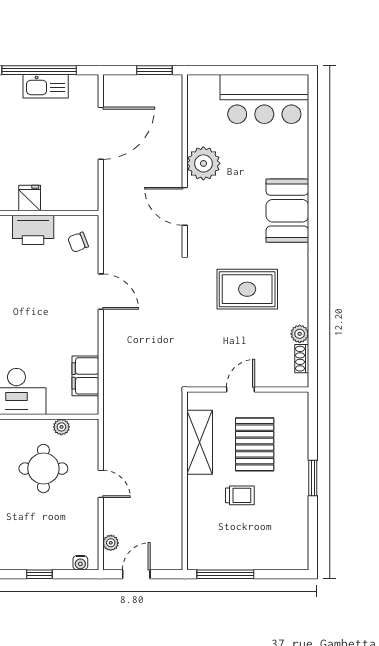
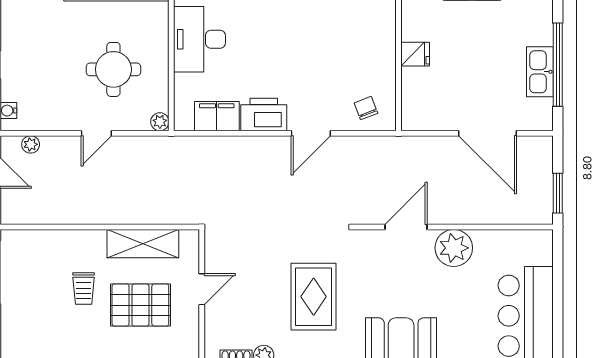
printer: (33, 230) -> (264, 114), moved, turned 90
door: (240, 389) -> (202, 289), hinge flipped
plant: (61, 427) -> (160, 122), moved

